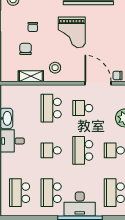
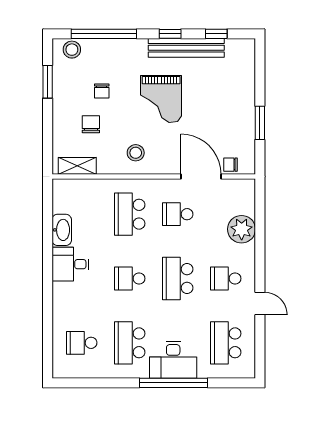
shelving: (31, 76) -> (77, 166), moved
school desk: (20, 193) -> (82, 343), width x0.54

